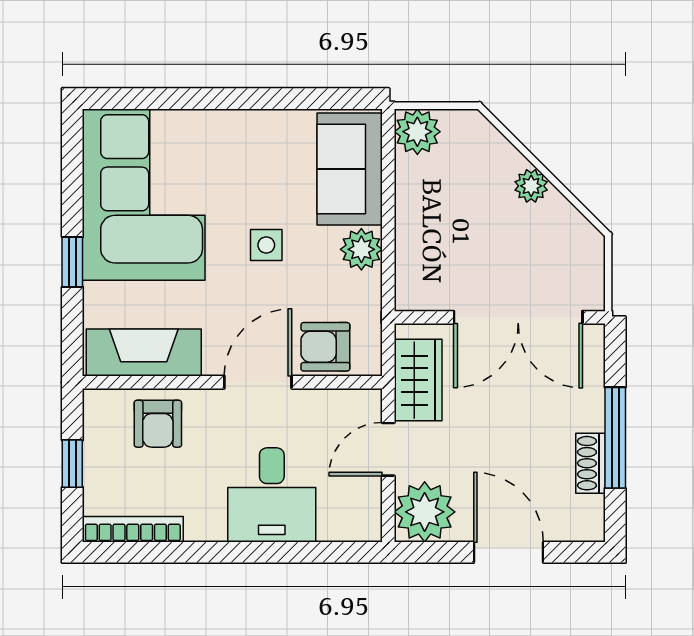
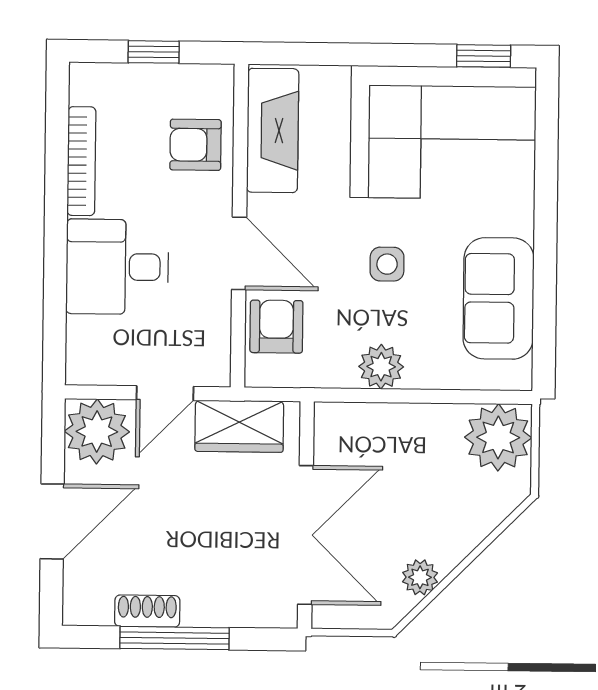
plant: (417, 132) -> (498, 437), width x1.36, depth x1.36
sofa: (350, 169) -> (499, 298), moved, turned -90
plant: (531, 186) -> (420, 577), moved
window: (72, 262) -> (484, 56), moved
double door: (518, 317) -> (306, 535), swing flipped
door: (388, 449) -> (165, 393), swing flipped
bookcase: (133, 529) -> (81, 161), moved

